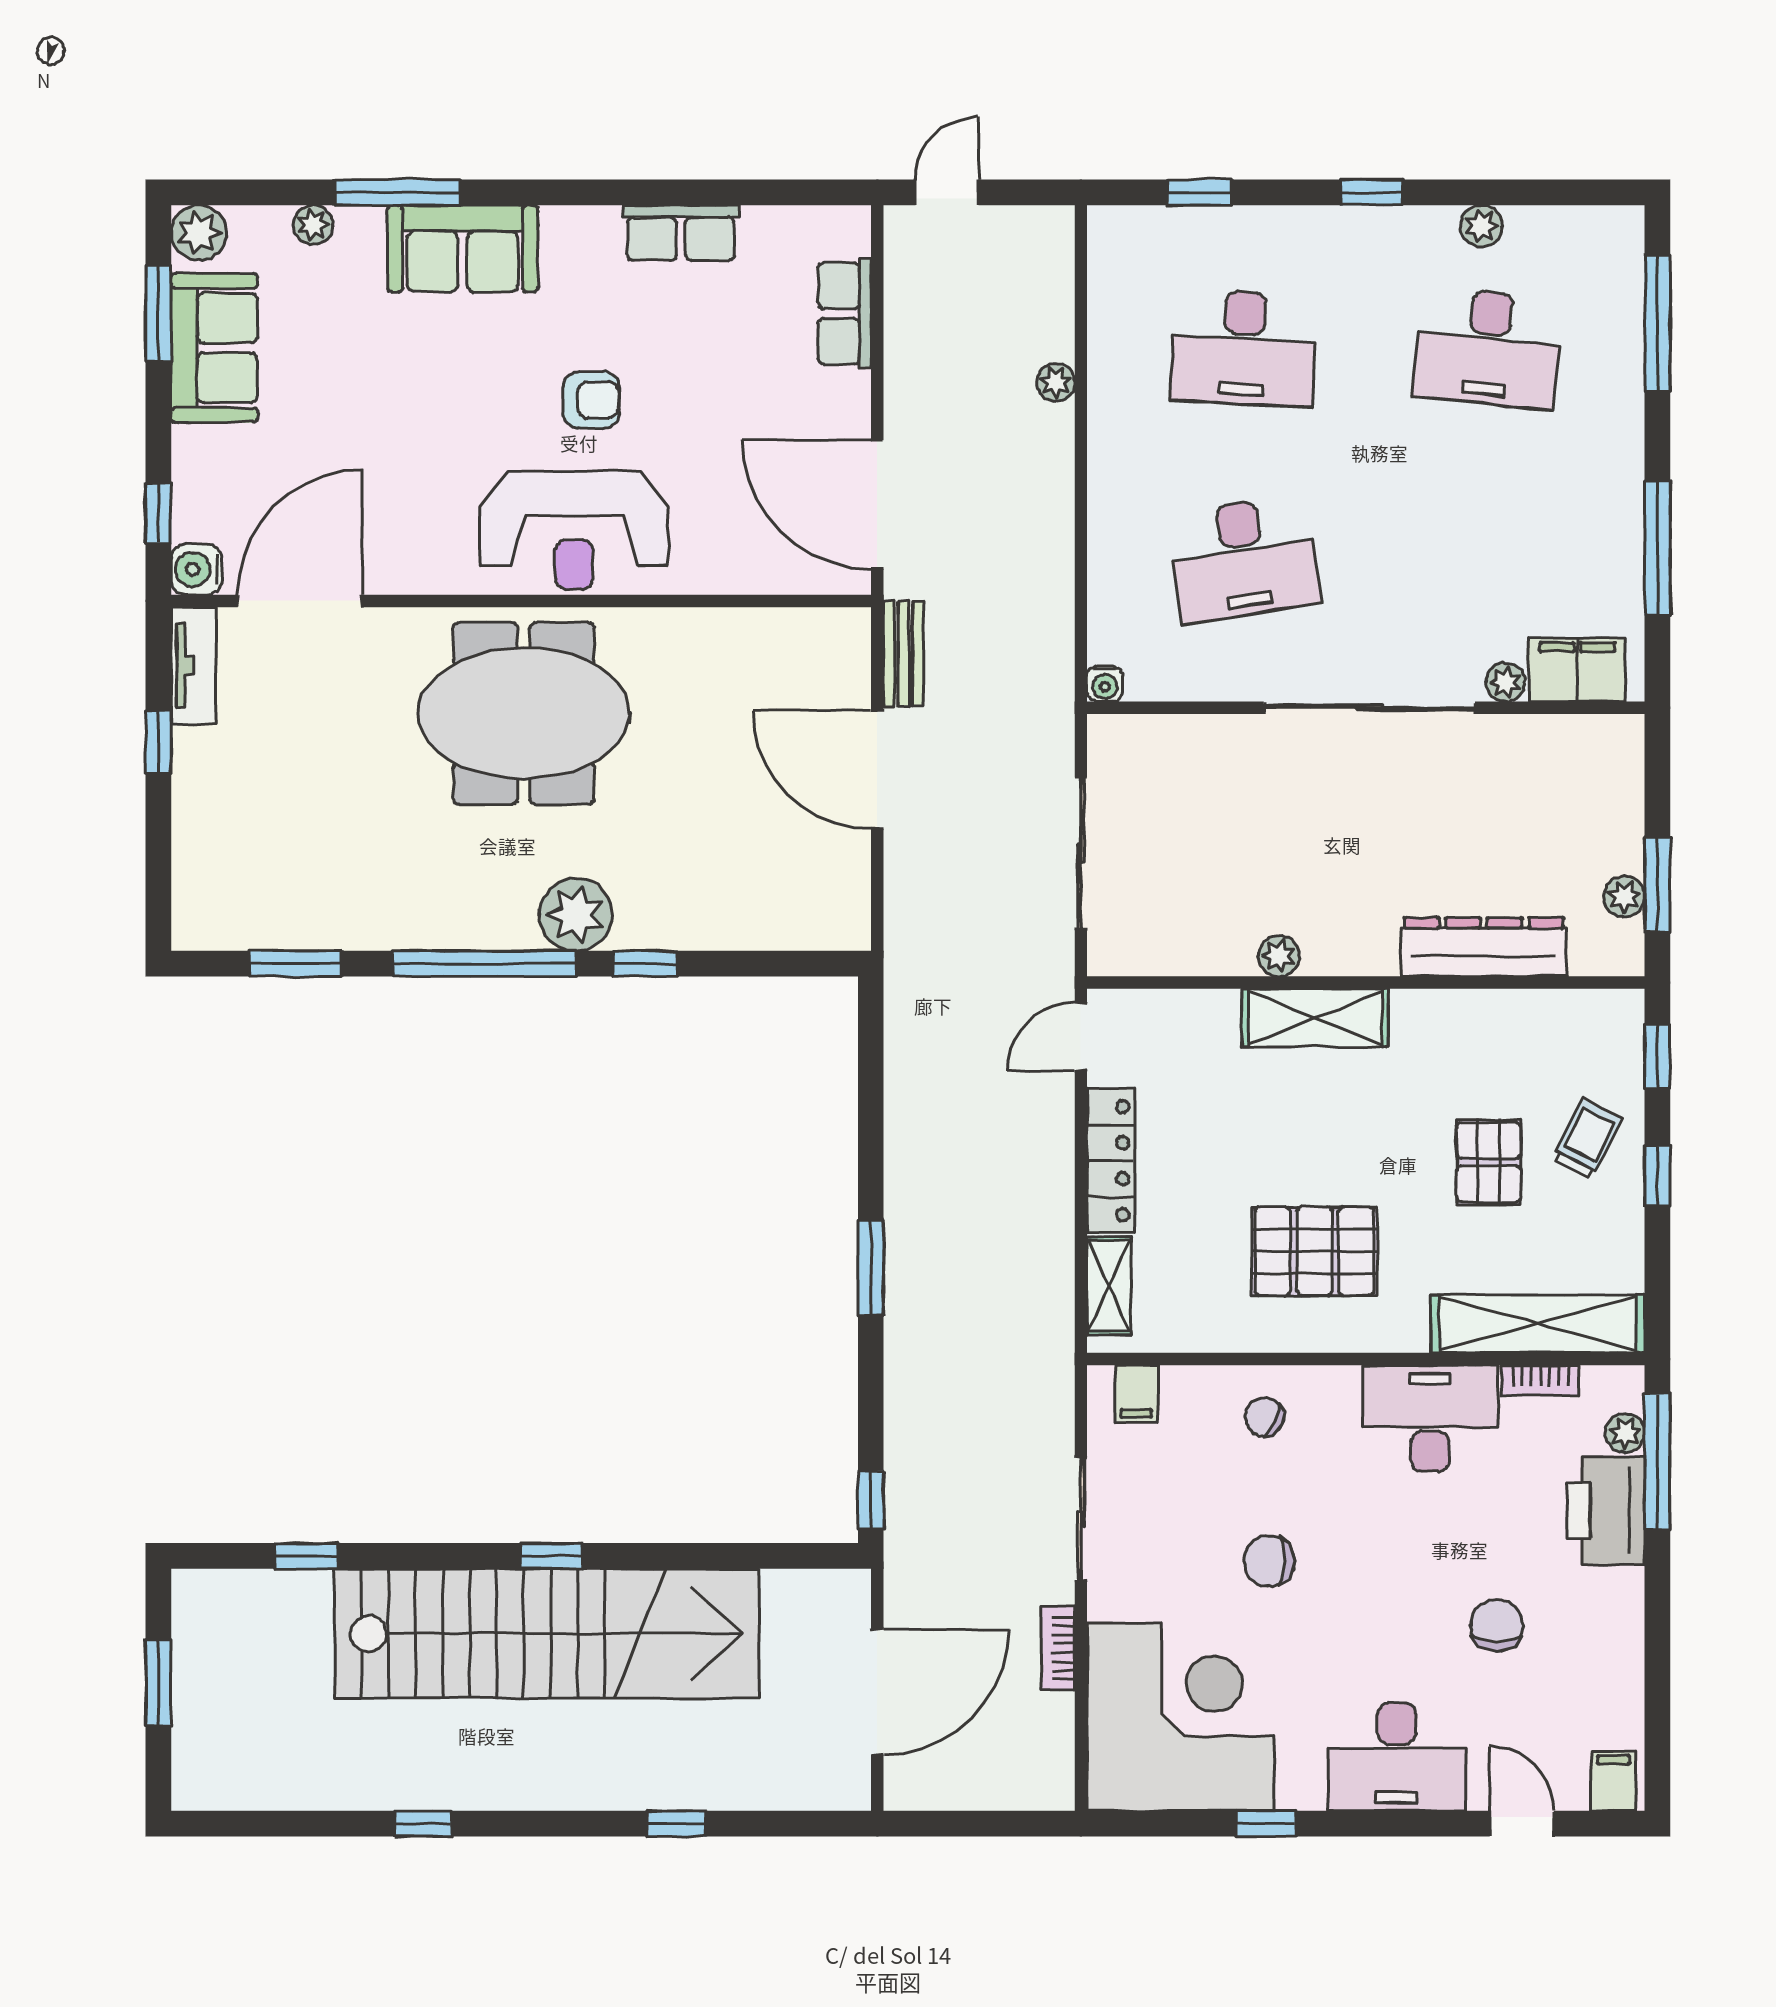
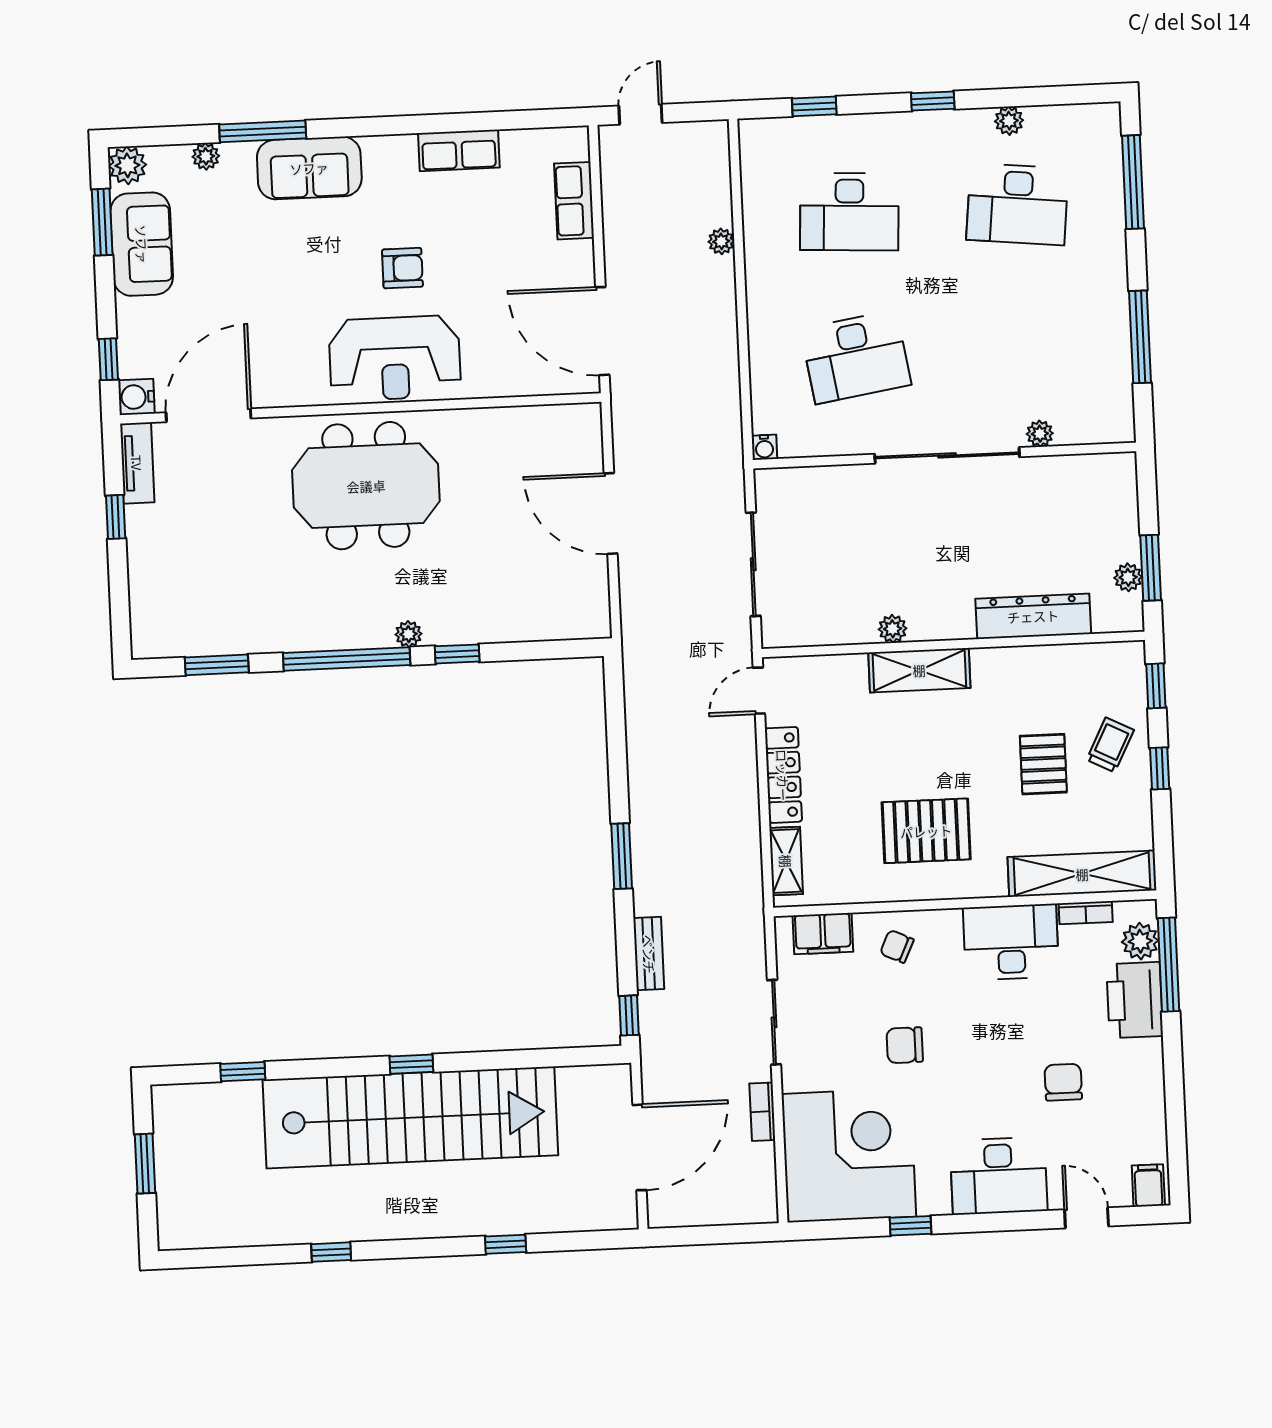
bench: (904, 654) -> (649, 954), moved
filing cabinet: (1577, 670) -> (1089, 423), removed
plant: (576, 915) -> (408, 634), width x0.53, depth x0.53
filing cabinet: (1136, 1394) -> (823, 934), width x2.00
plant: (1625, 1433) -> (1140, 941), width x1.38, depth x1.38

